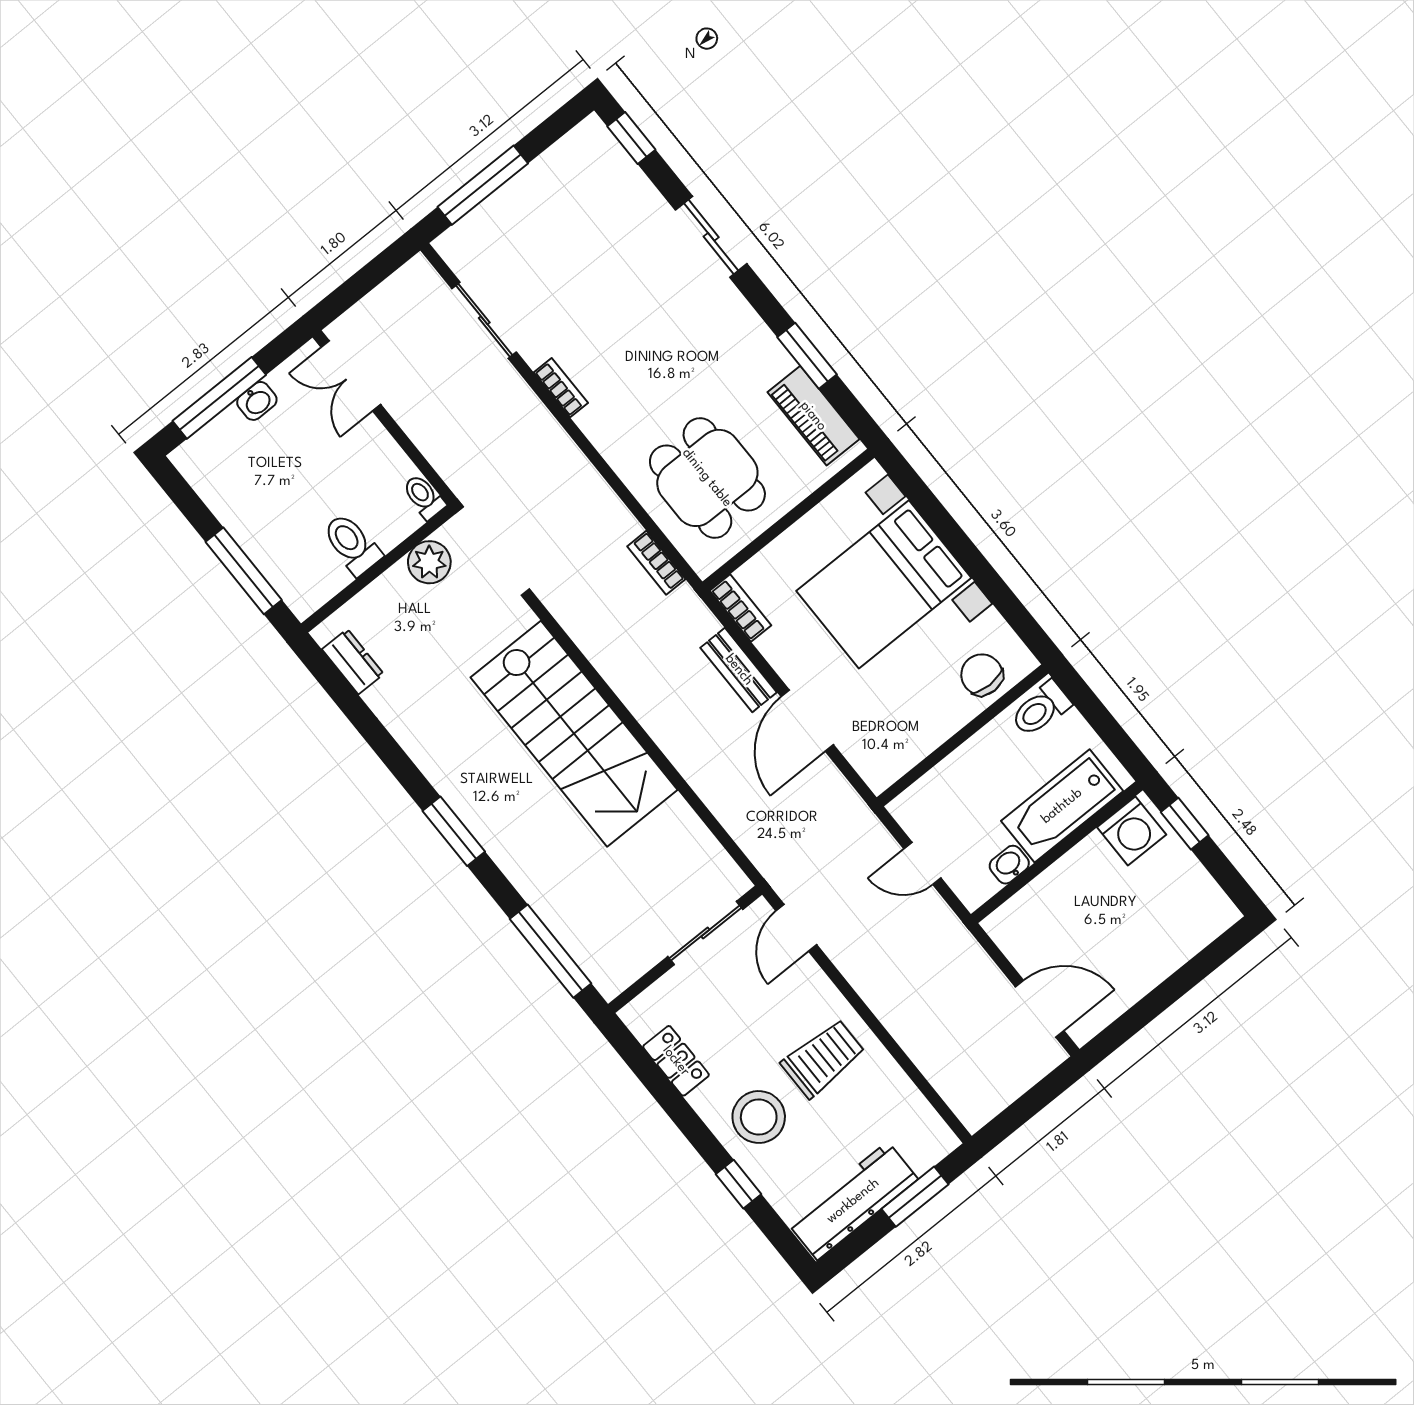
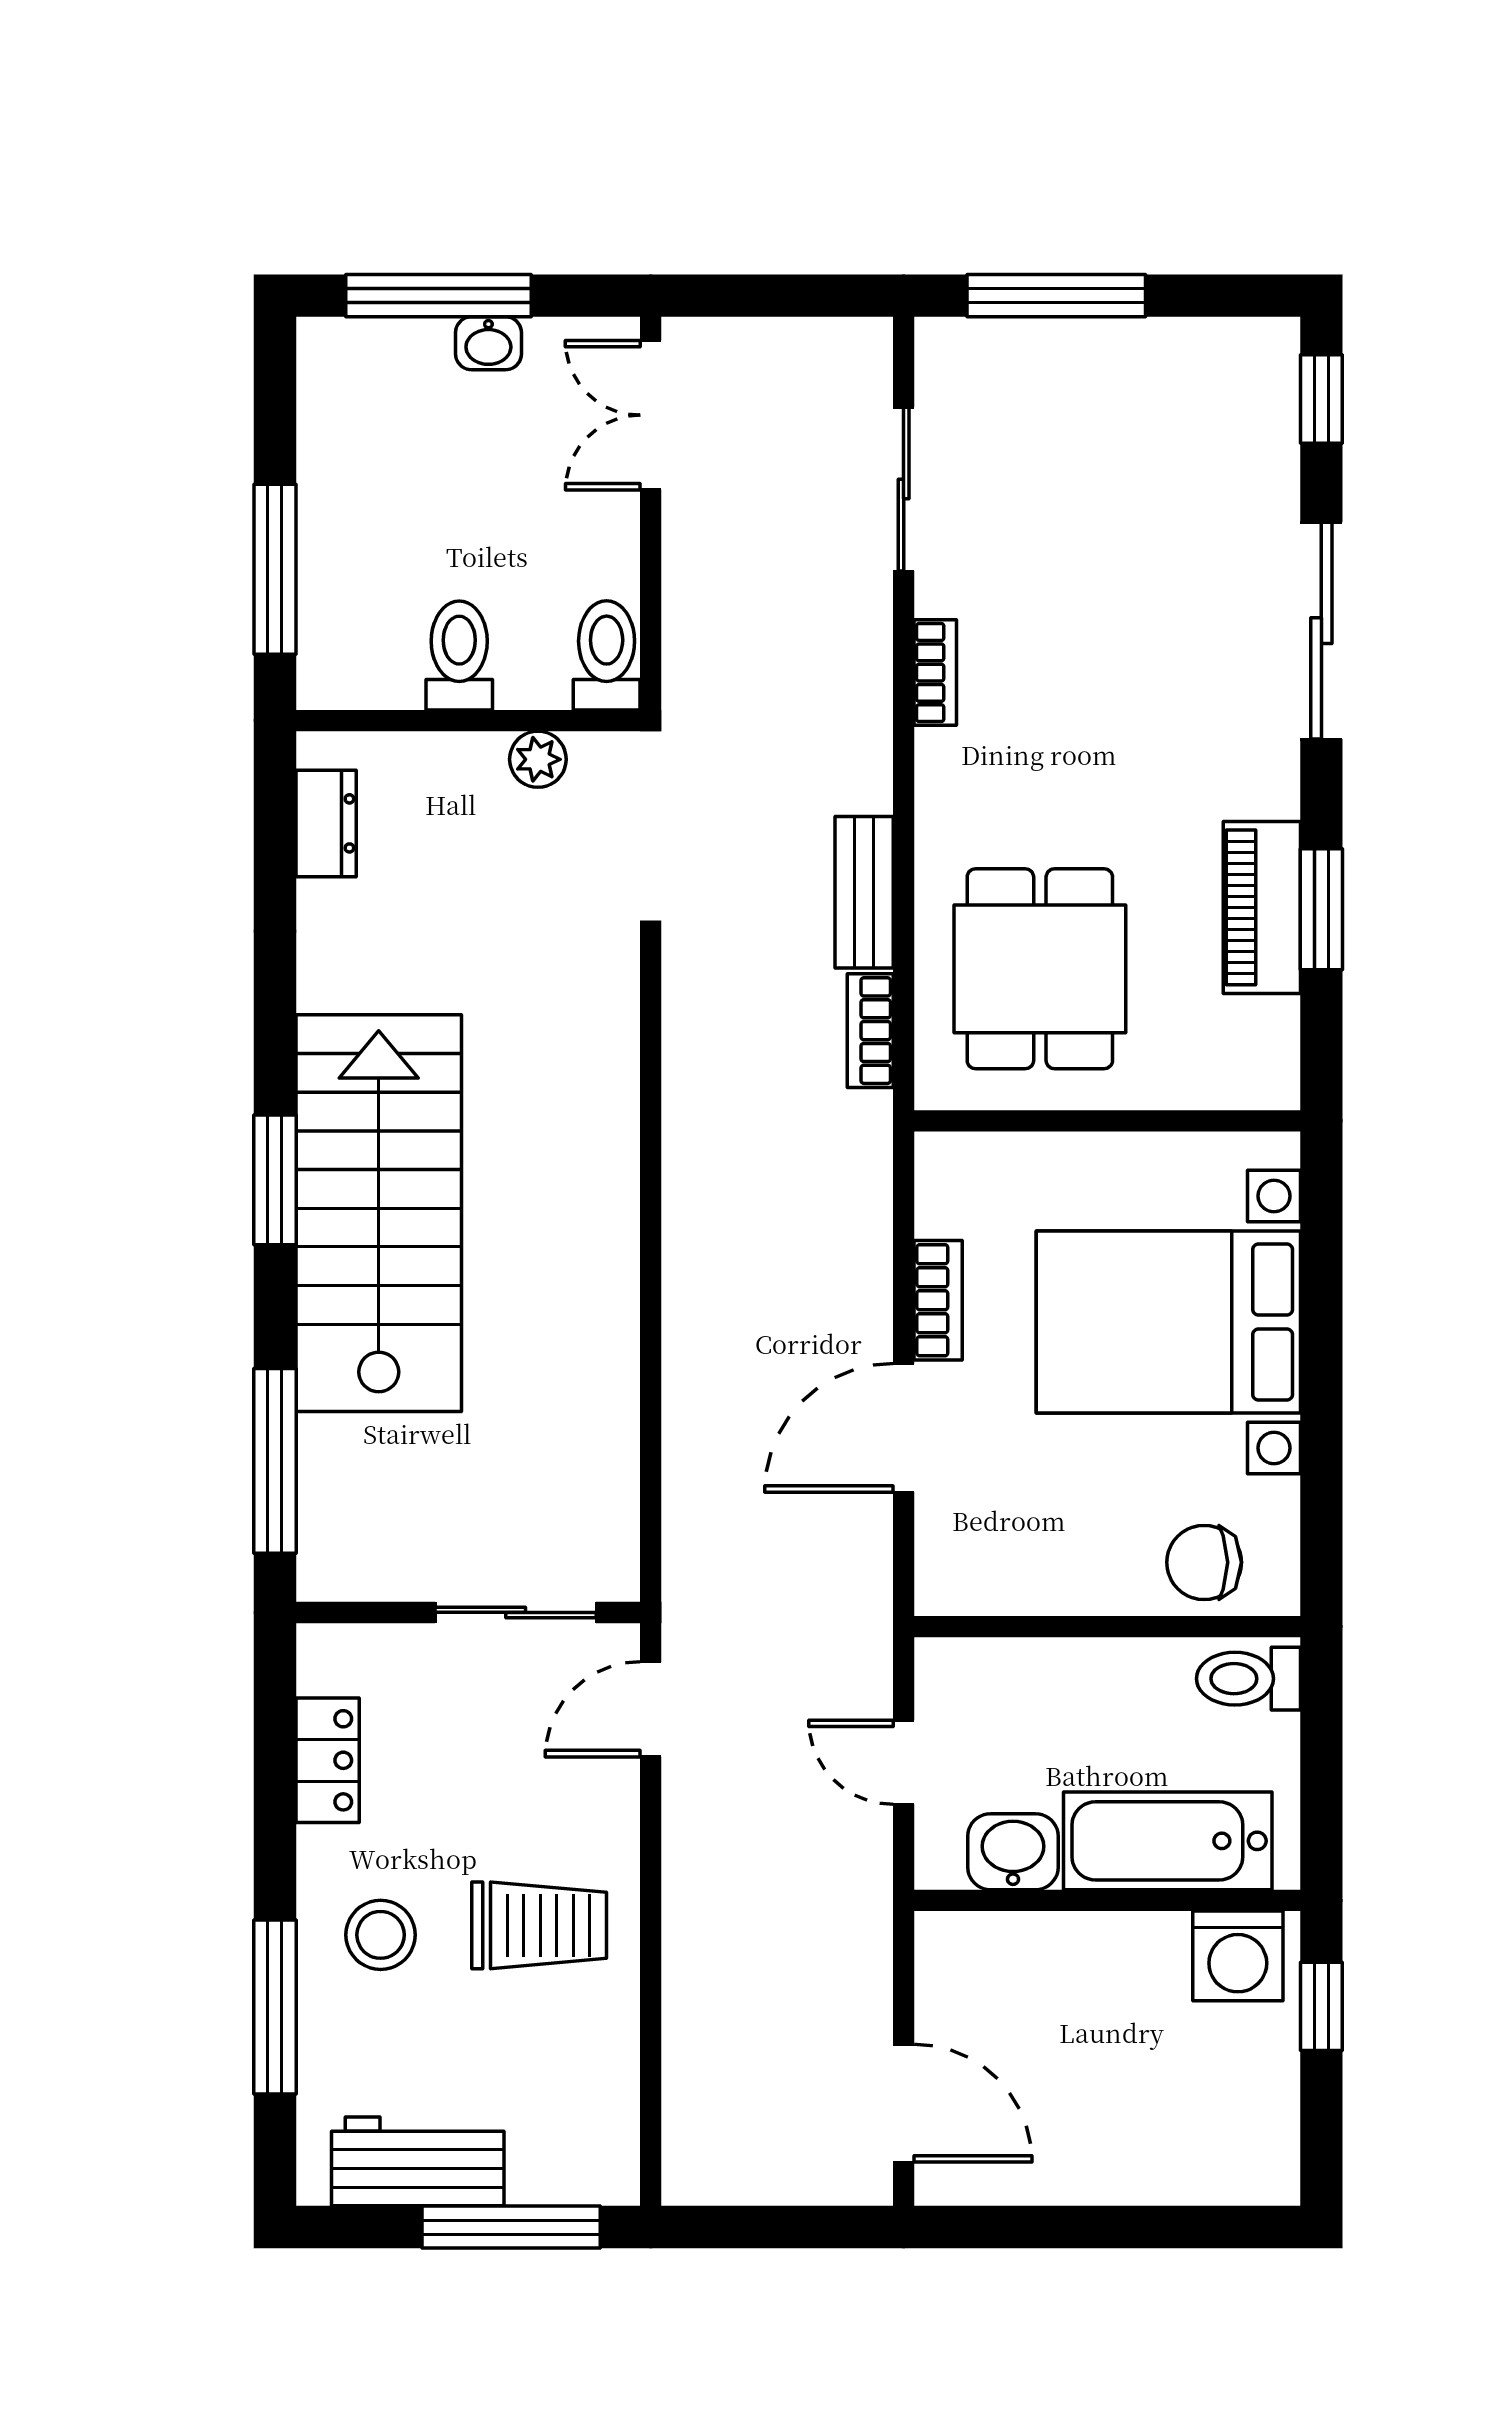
sliding door: (711, 237) -> (1321, 631), width x1.37
piano: (813, 416) -> (1262, 907), moved
toilet: (424, 497) -> (607, 655), width x1.37, depth x1.39
plant: (429, 562) -> (538, 759), width x0.73, depth x0.73
bookcase: (741, 608) -> (938, 1300), moved
bench: (739, 670) -> (864, 892), moved
chair: (982, 675) -> (1204, 1562), turned -90
stairs: (574, 734) -> (379, 1213), moved, turned 180
washbasin: (1009, 865) -> (1013, 1852), width x1.38, depth x1.45
stool: (759, 1117) -> (381, 1935), width x0.73, depth x0.73
window: (738, 1184) -> (275, 2007), width x2.17
window: (915, 1197) -> (511, 2227), width x1.44
workbench: (853, 1201) -> (418, 2161), width x0.73

